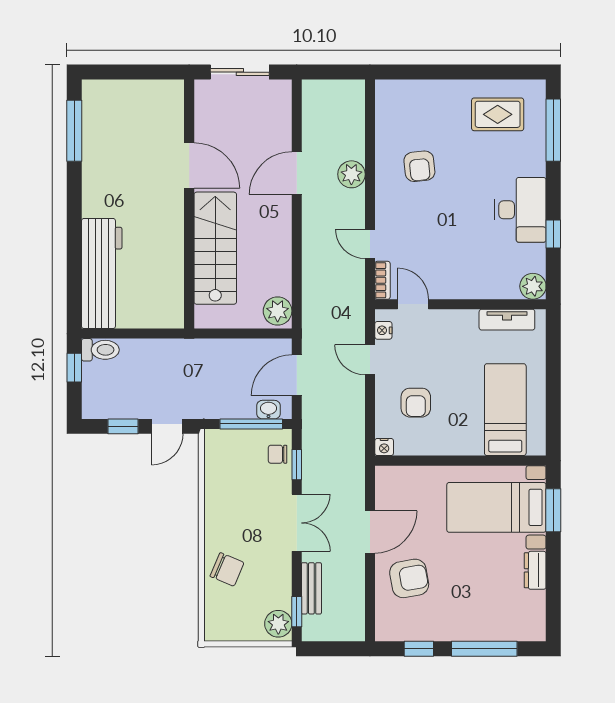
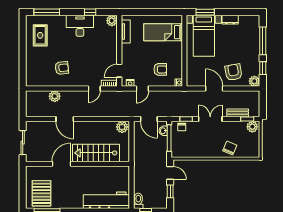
pallet: (118, 117) -> (41, 193), added
plant: (351, 174) -> (55, 96), moved
plant: (388, 628) -> (254, 81), added

